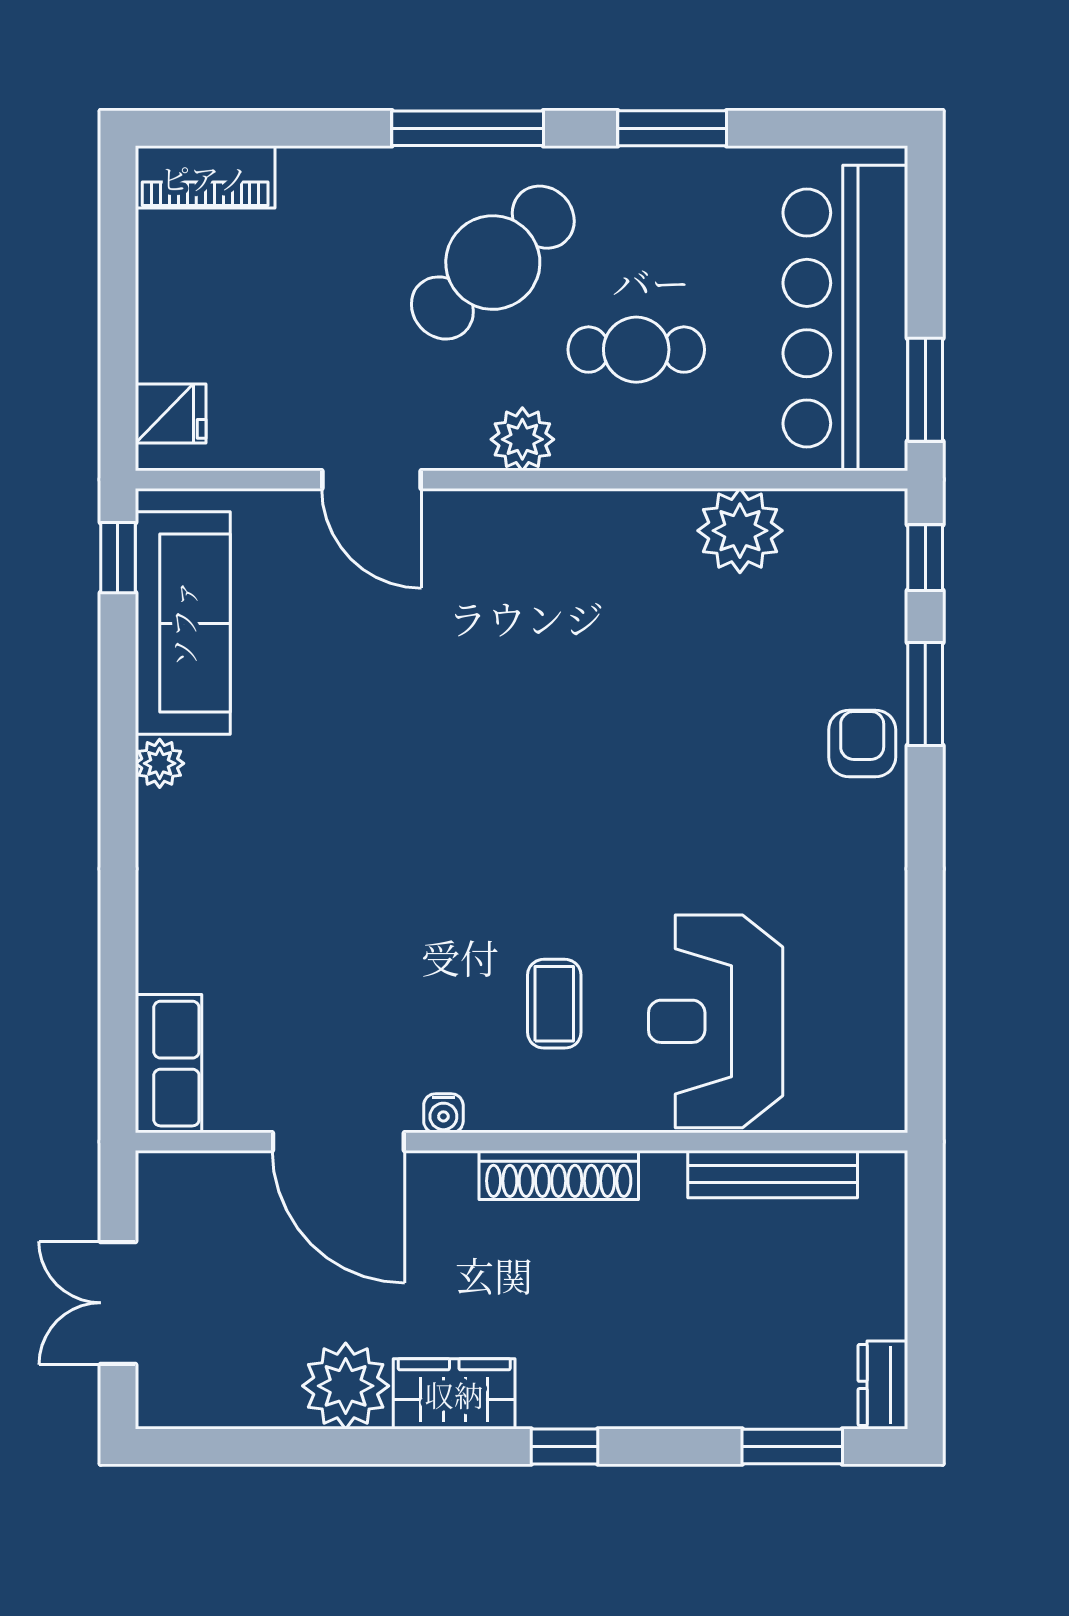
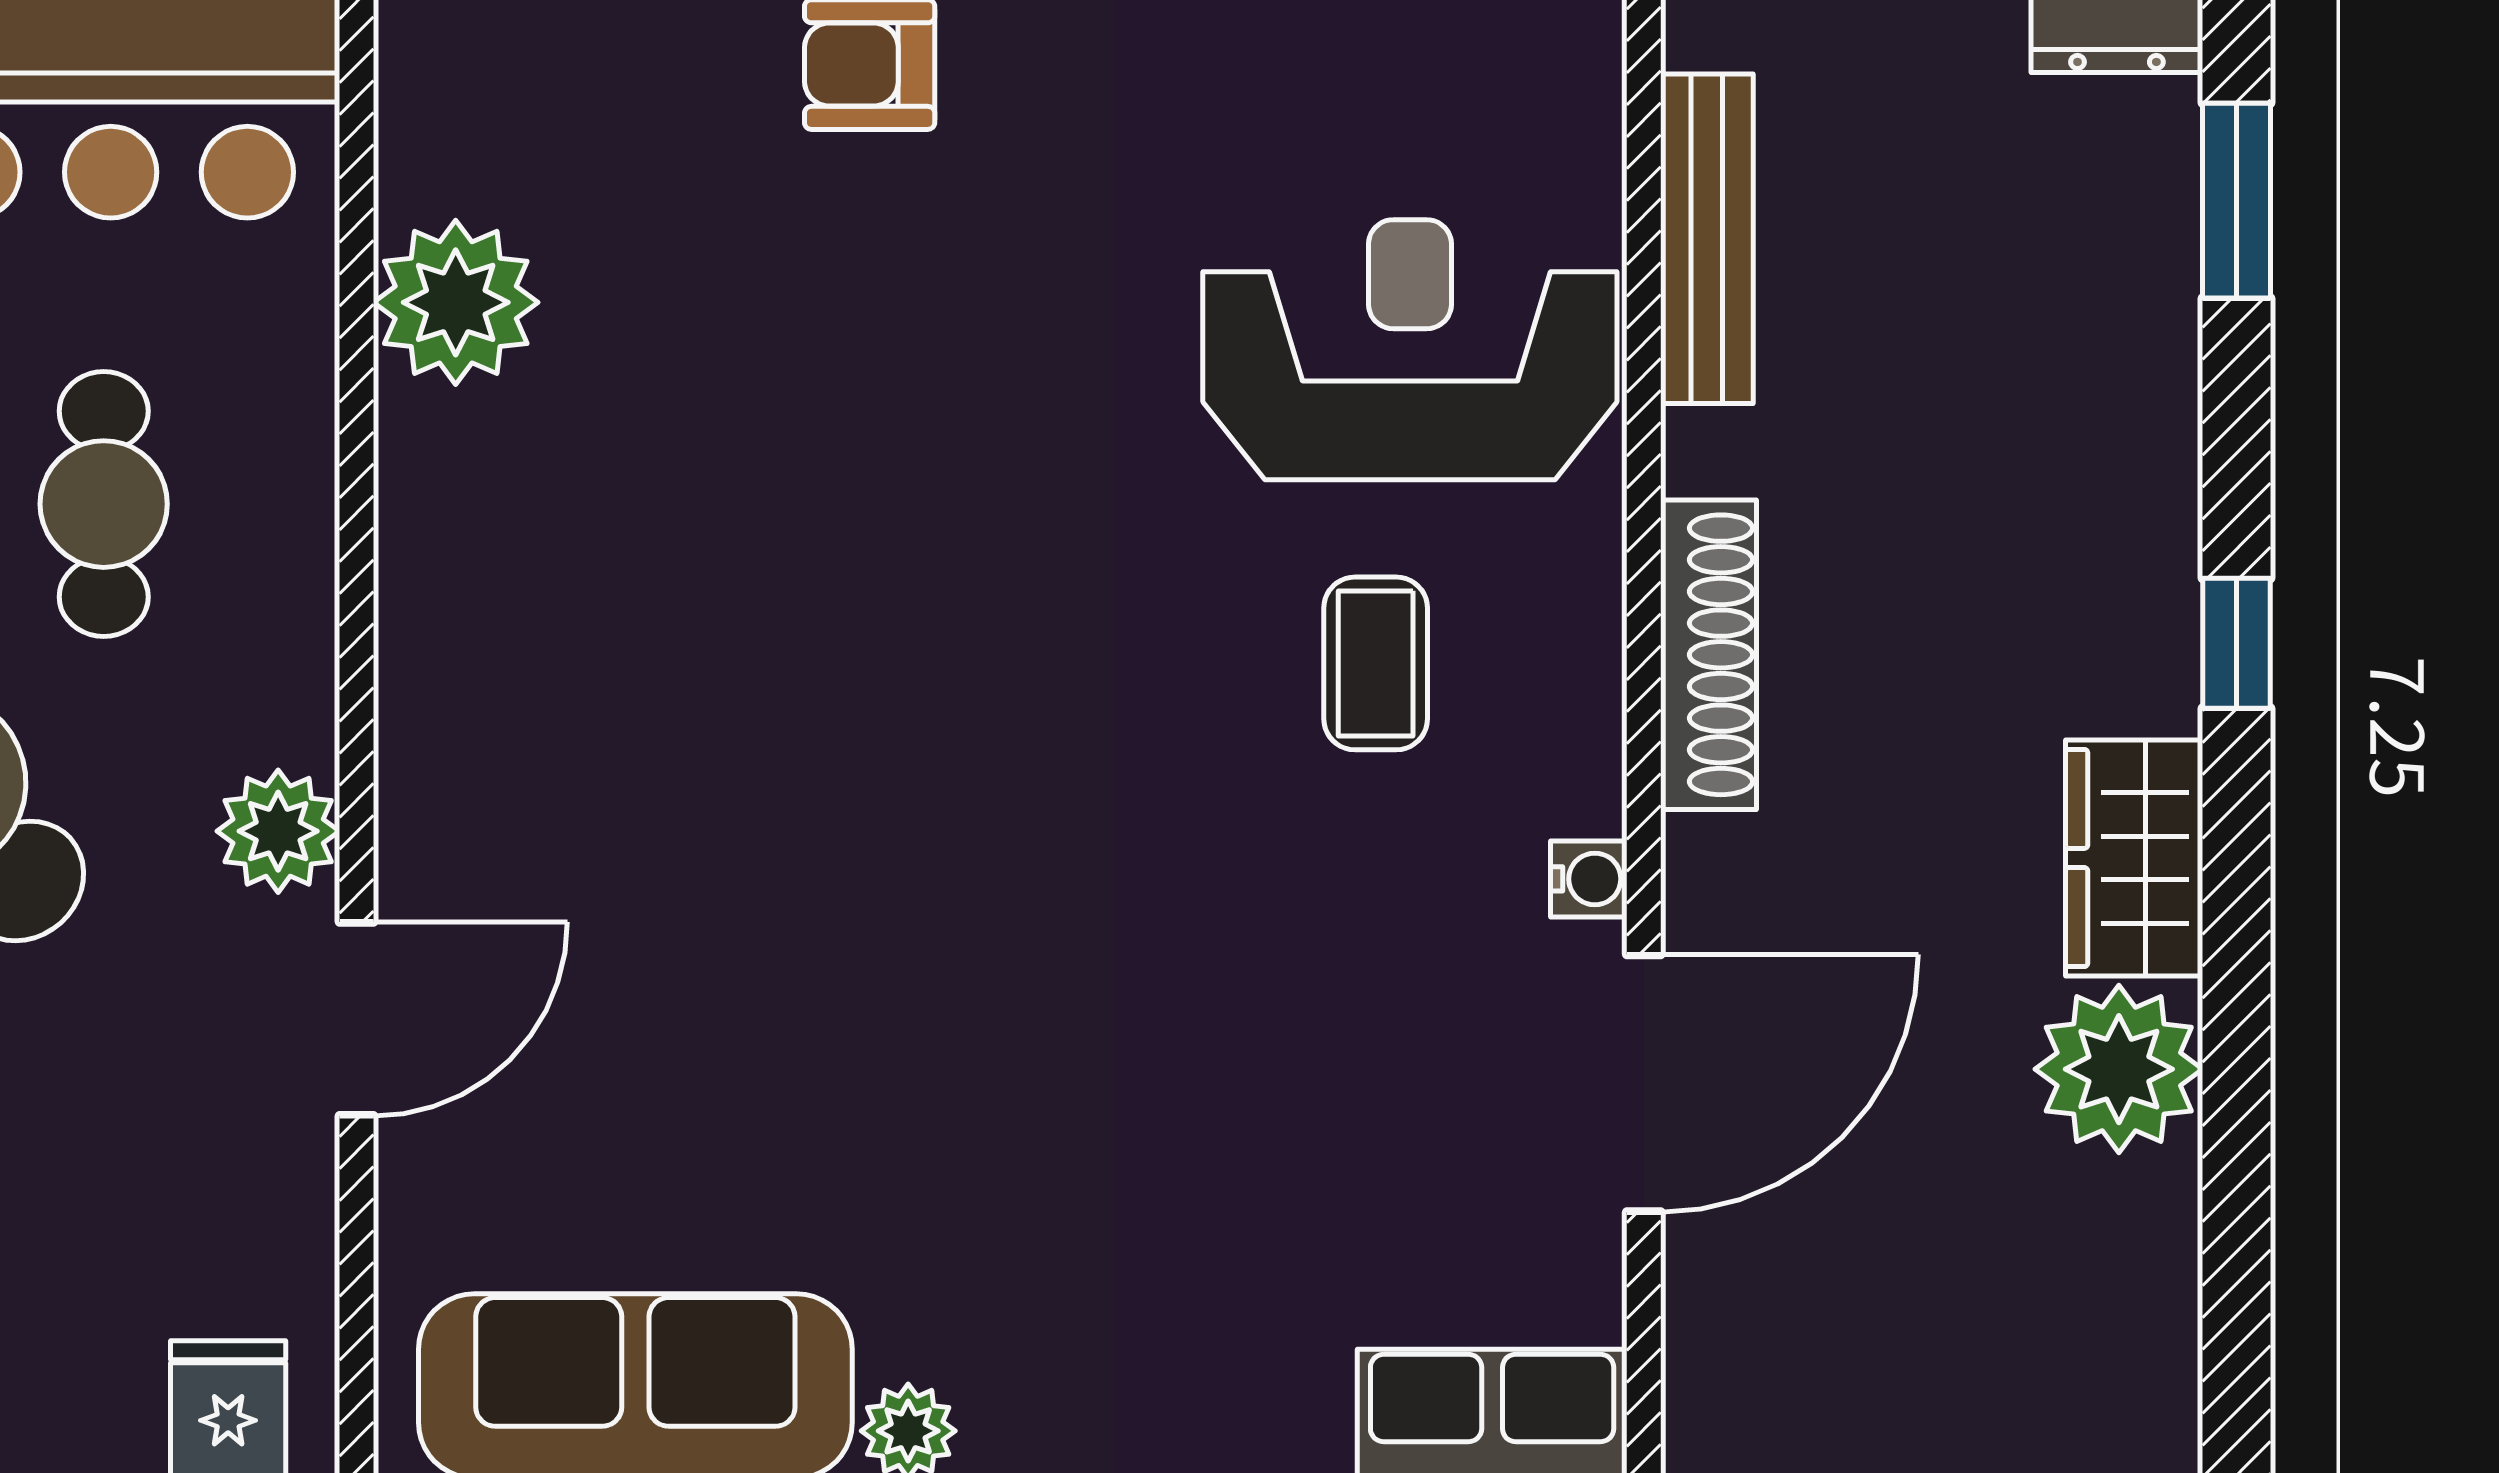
plant: (522, 439) -> (278, 831), moved
coffee table: (554, 1004) -> (1376, 663), turned 90
reception desk: (716, 1021) -> (1410, 350), turned 180

